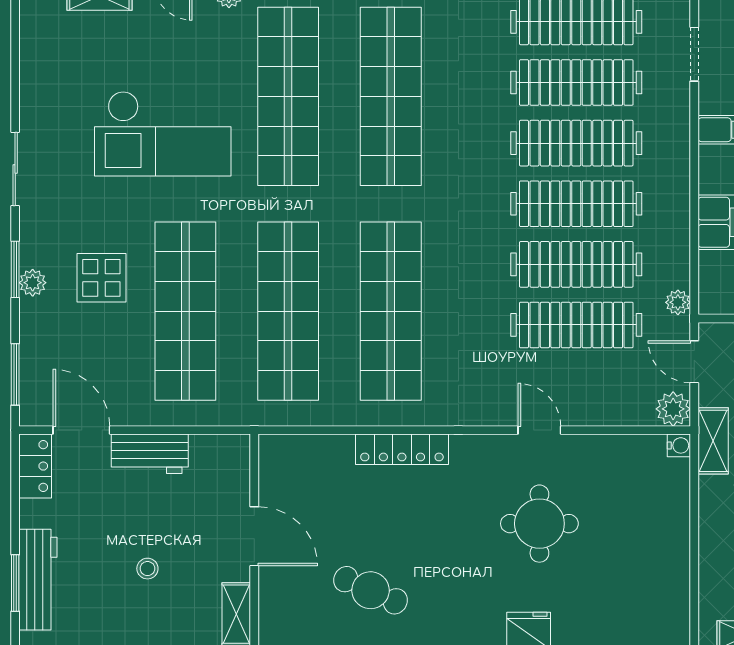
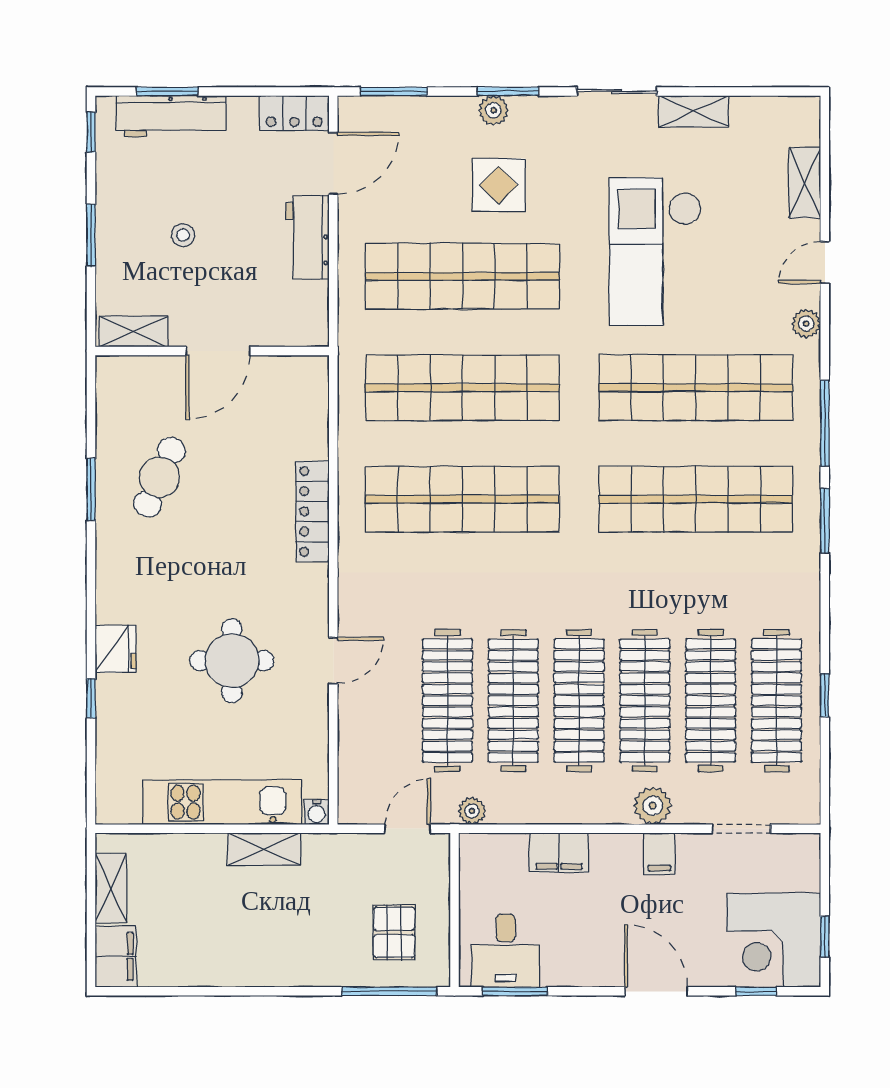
shelving: (33, 98) -> (694, 111), added
plant: (673, 409) -> (653, 806), moved
shelving: (713, 441) -> (264, 849), moved
kitchen unit: (670, 533) -> (222, 802), added

